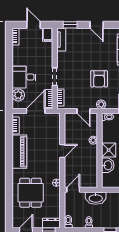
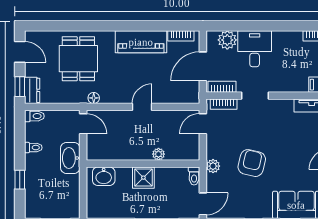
armchair: (99, 79) -> (252, 163), turned 103
door: (36, 111) -> (203, 66), swing flipped
door: (84, 111) -> (203, 124), moved
door: (62, 151) -> (142, 107), swing flipped
washbasin: (108, 165) -> (104, 176), moved
dining table: (31, 193) -> (78, 59), turned 90

